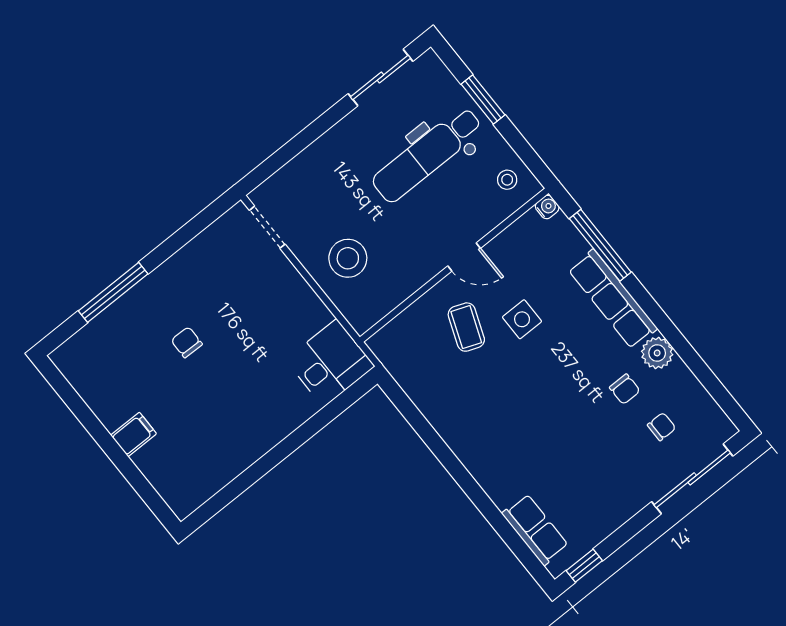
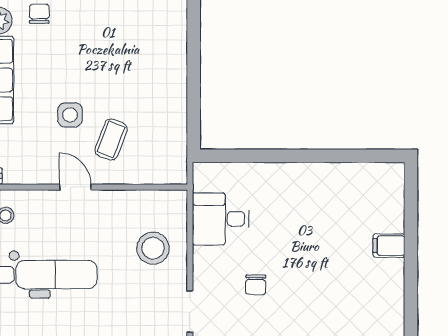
chair: (187, 342) -> (256, 285), moved
desk: (330, 363) -> (221, 219), moved

